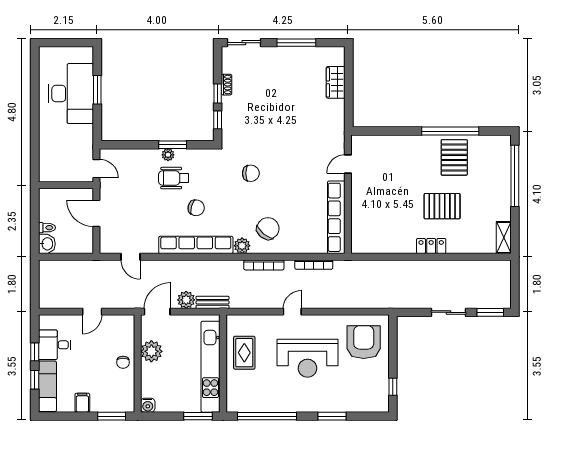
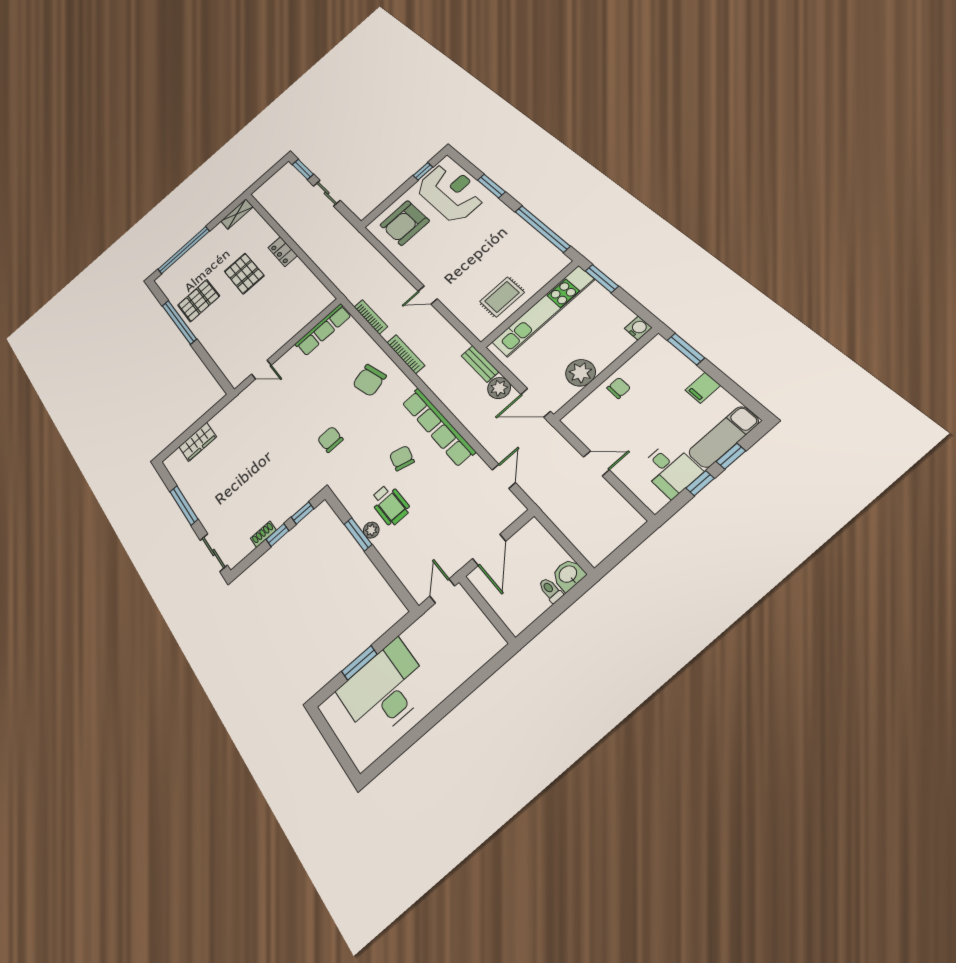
row of seats: (336, 217) -> (323, 330), width x0.73
chair: (268, 228) -> (369, 380), turned -55
plant: (242, 246) -> (404, 387), removed
reception desk: (307, 358) -> (450, 192), moved

